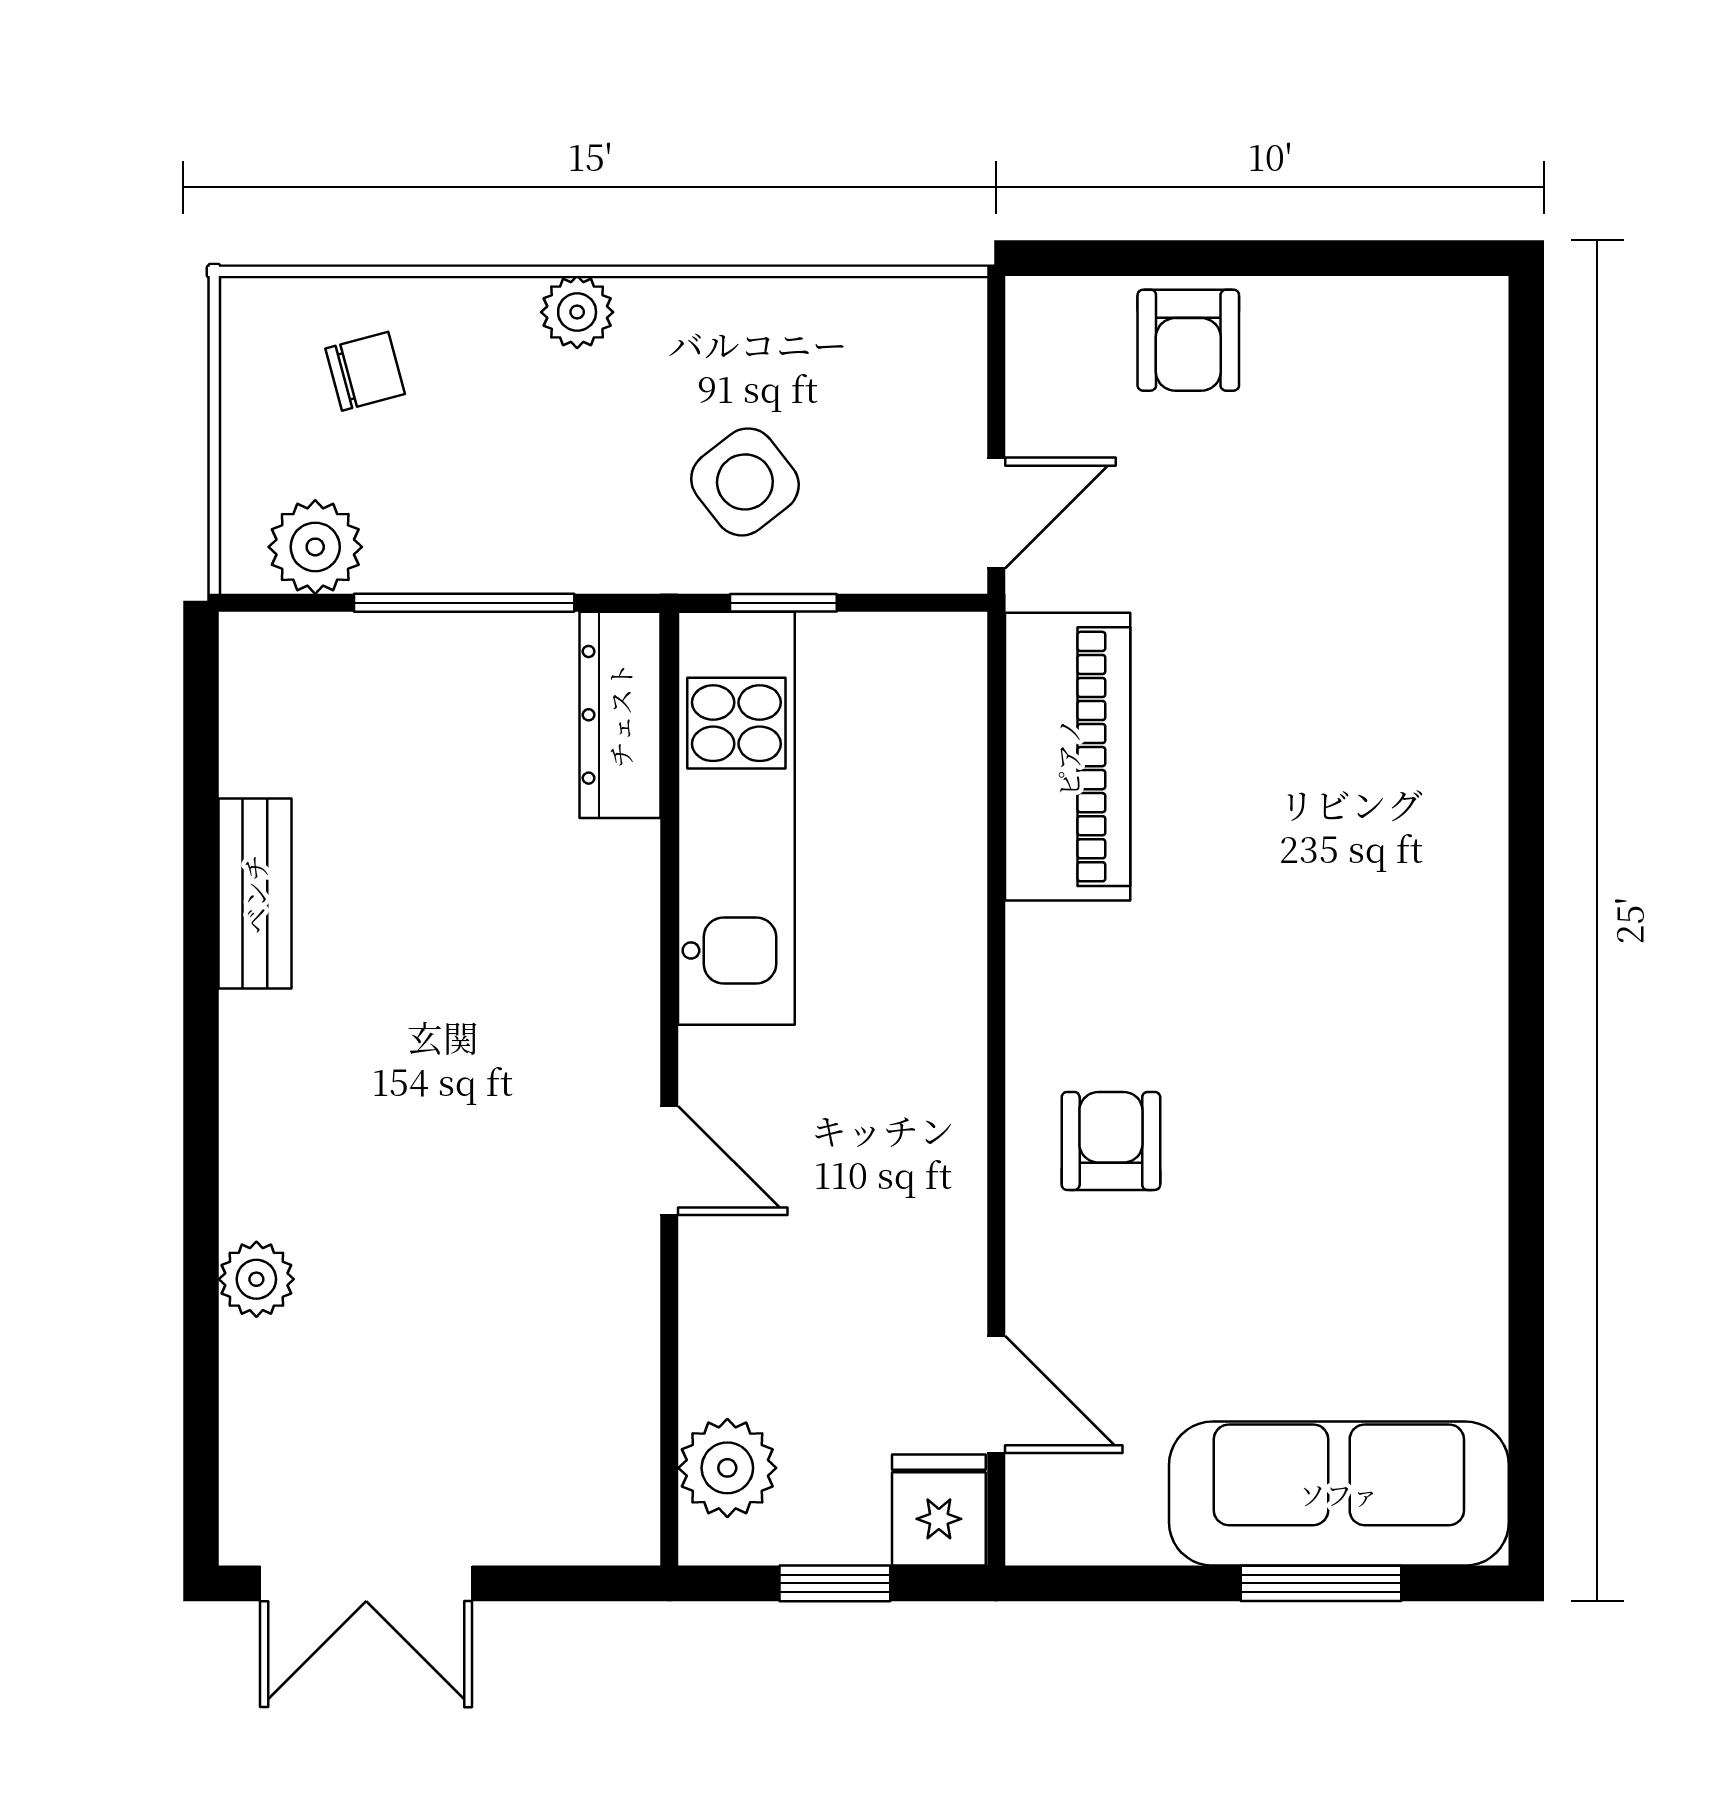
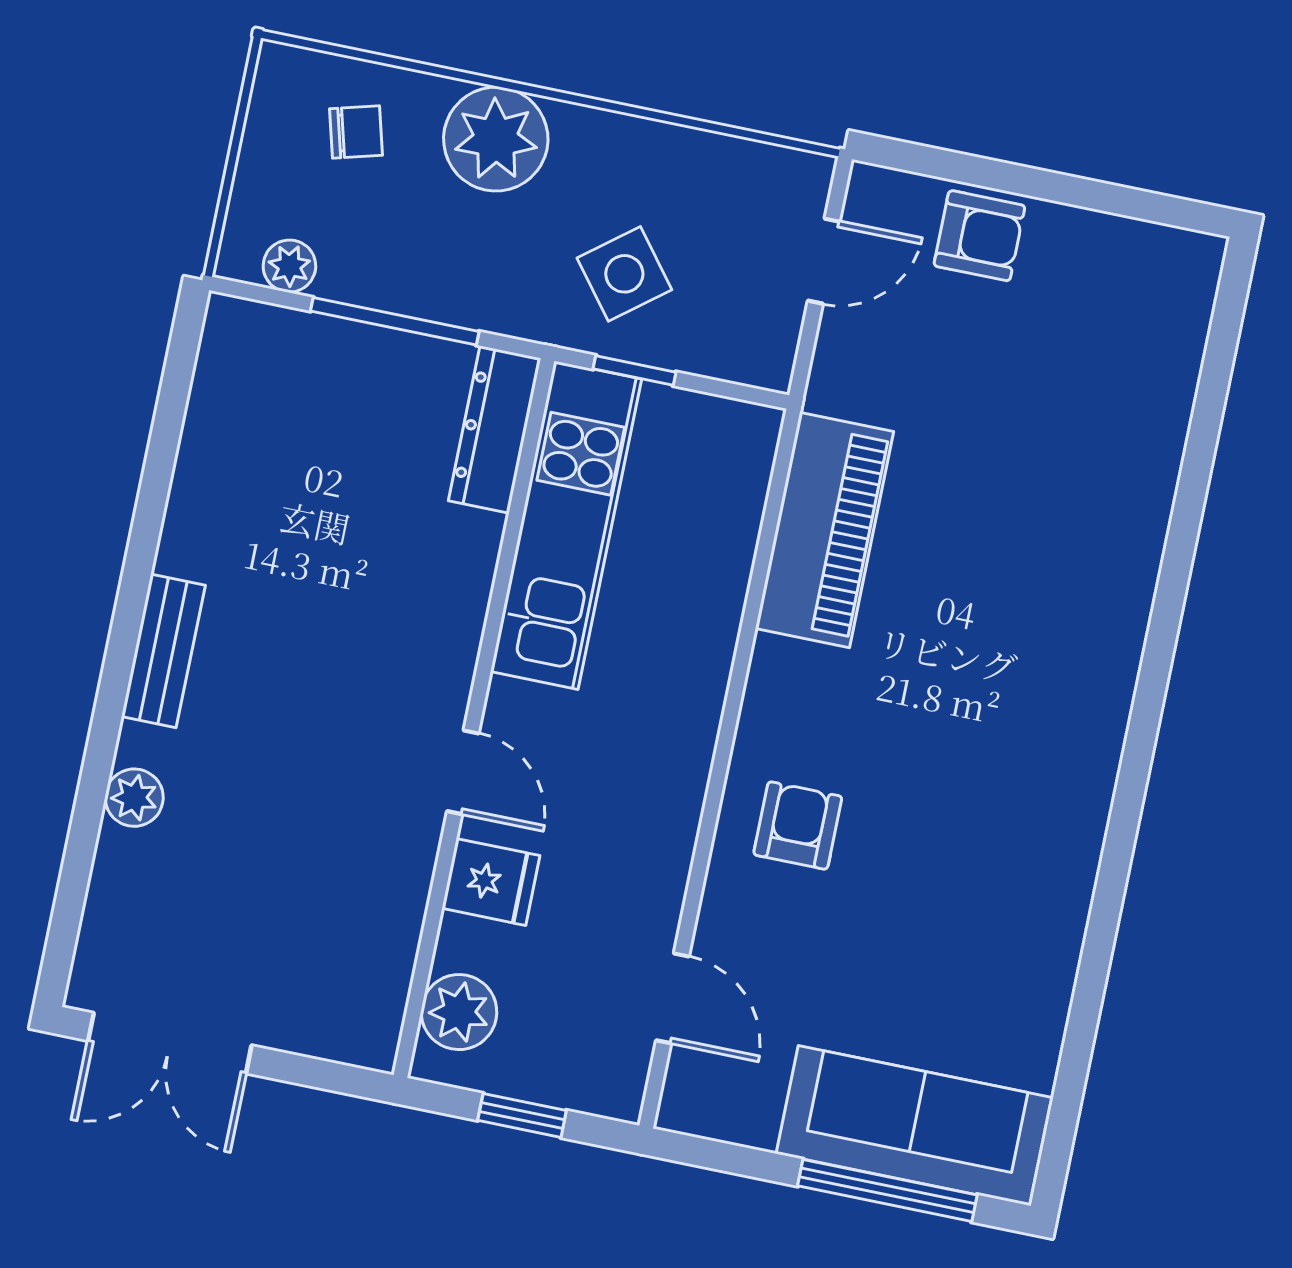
plant: (577, 312) -> (496, 139), width x1.87, depth x1.87
armchair: (1188, 340) -> (979, 236), turned -90
door: (996, 513) -> (824, 261), moved
plant: (315, 547) -> (289, 266), width x0.73, depth x0.73
bench: (255, 894) -> (163, 651), moved
fridge: (939, 1510) -> (491, 882), moved, turned 90
window: (1321, 1583) -> (887, 1190), width x1.44

